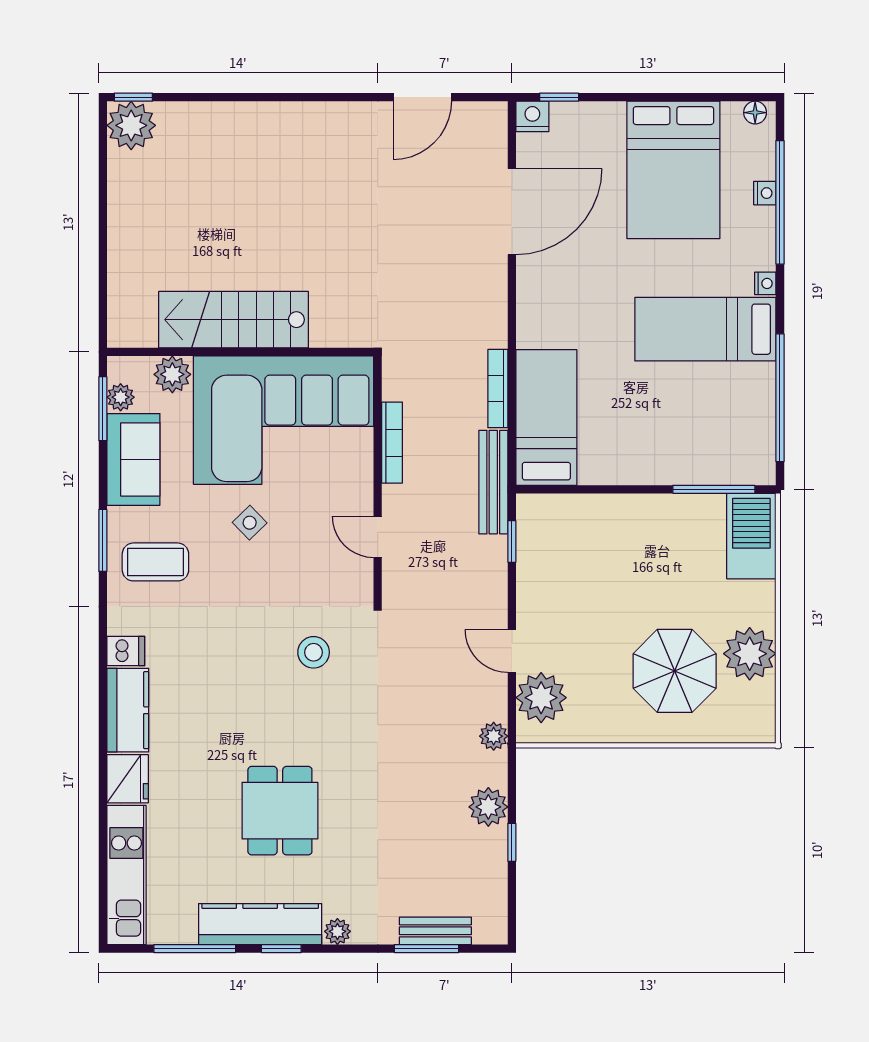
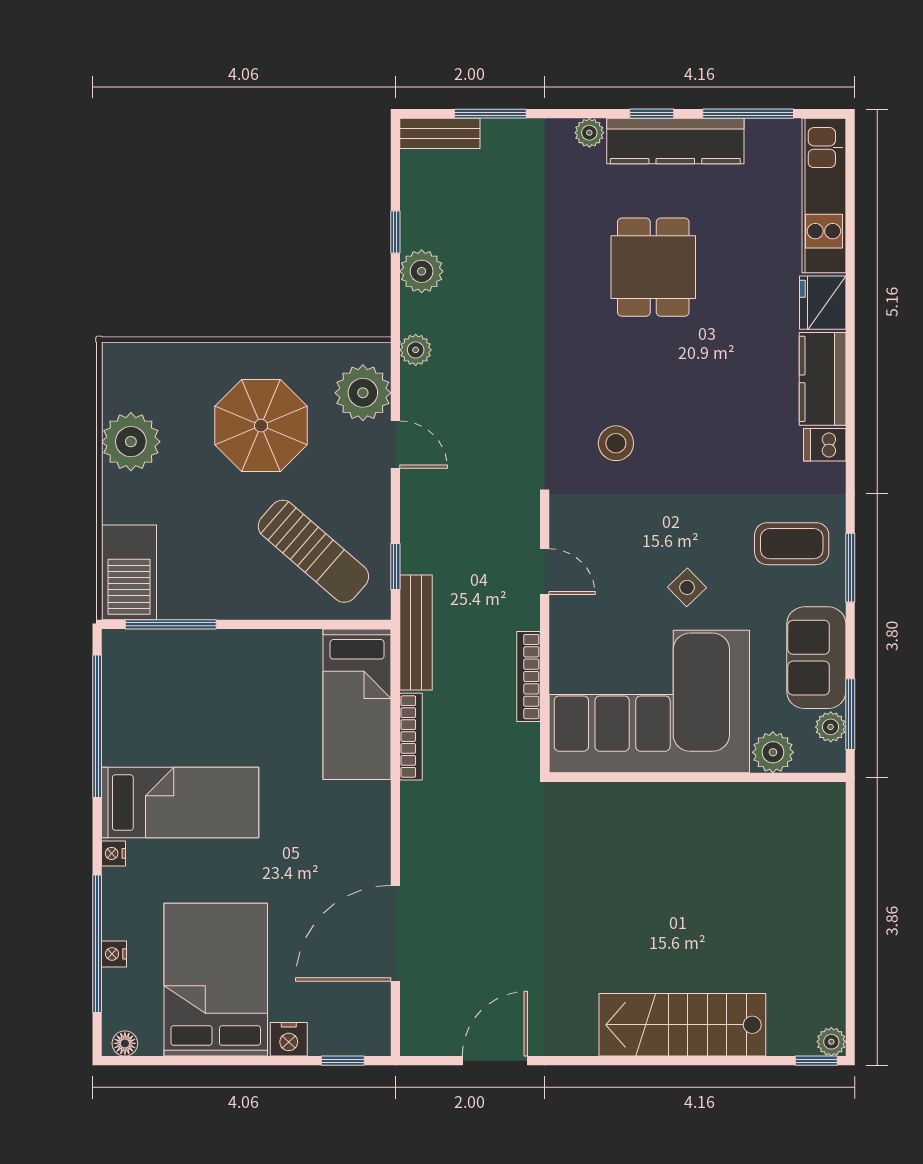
nightstand: (532, 116) -> (289, 1039), moved
plant: (131, 125) -> (831, 1042), width x0.53, depth x0.53
stairs: (234, 320) -> (682, 1025), moved, turned 180
sun lounger: (586, 555) -> (313, 551), added
parasol: (675, 671) -> (261, 426), moved
bench: (435, 931) -> (440, 133), moved

